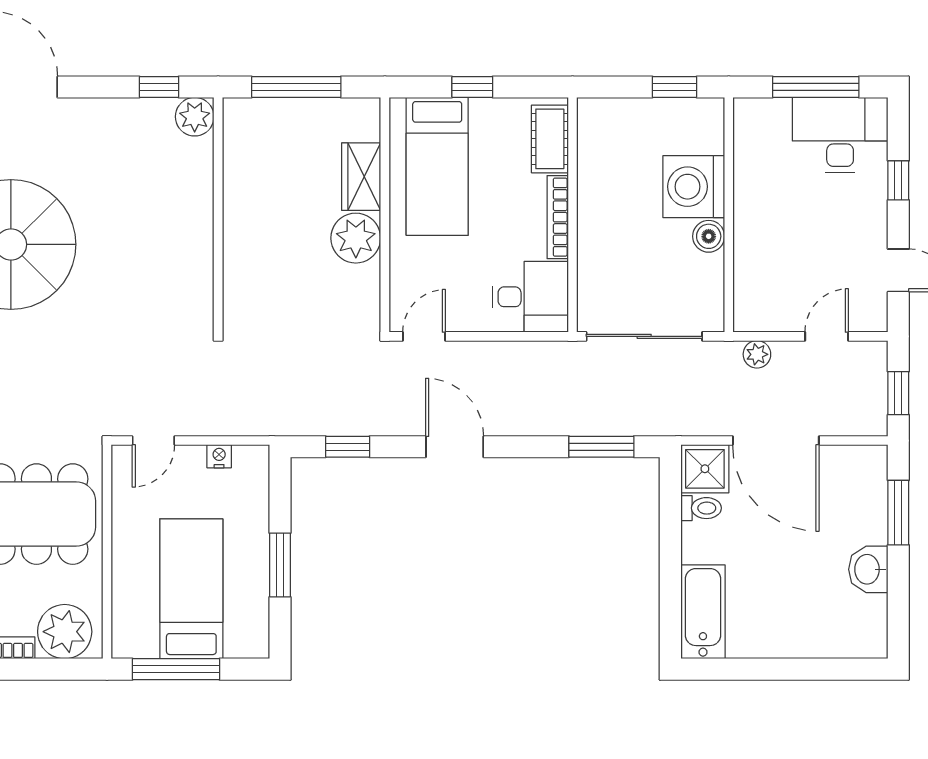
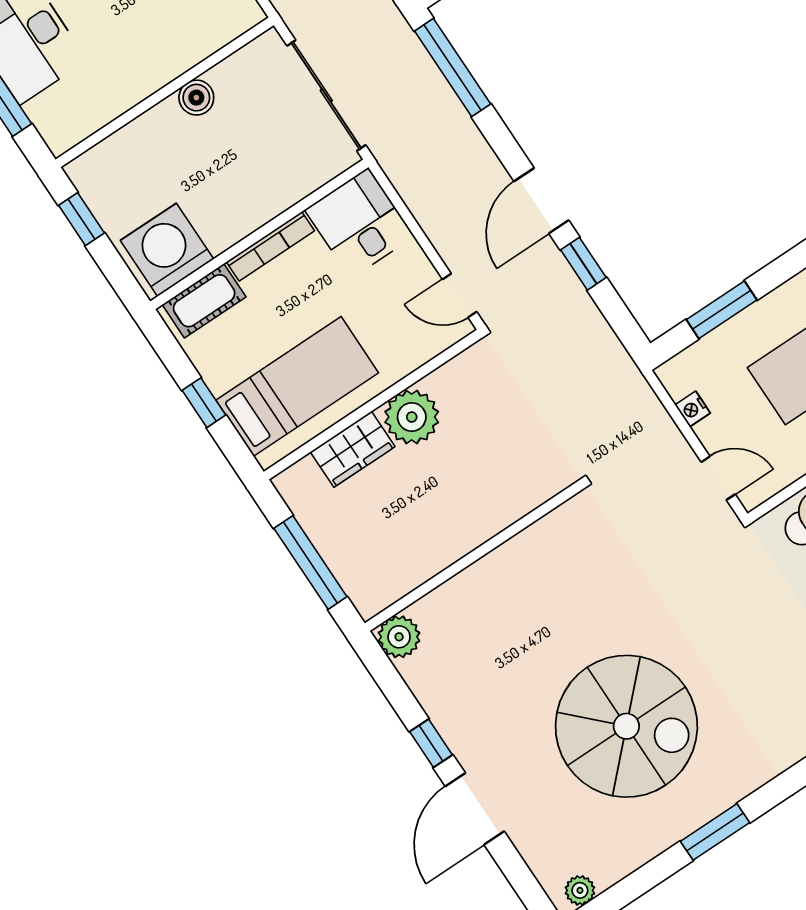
window: (159, 87) -> (431, 743), moved
washing machine: (694, 187) -> (167, 250), moved, turned 180
window: (348, 447) -> (583, 264), moved
window: (601, 447) -> (453, 67), width x1.44
window: (280, 565) -> (722, 310), moved

